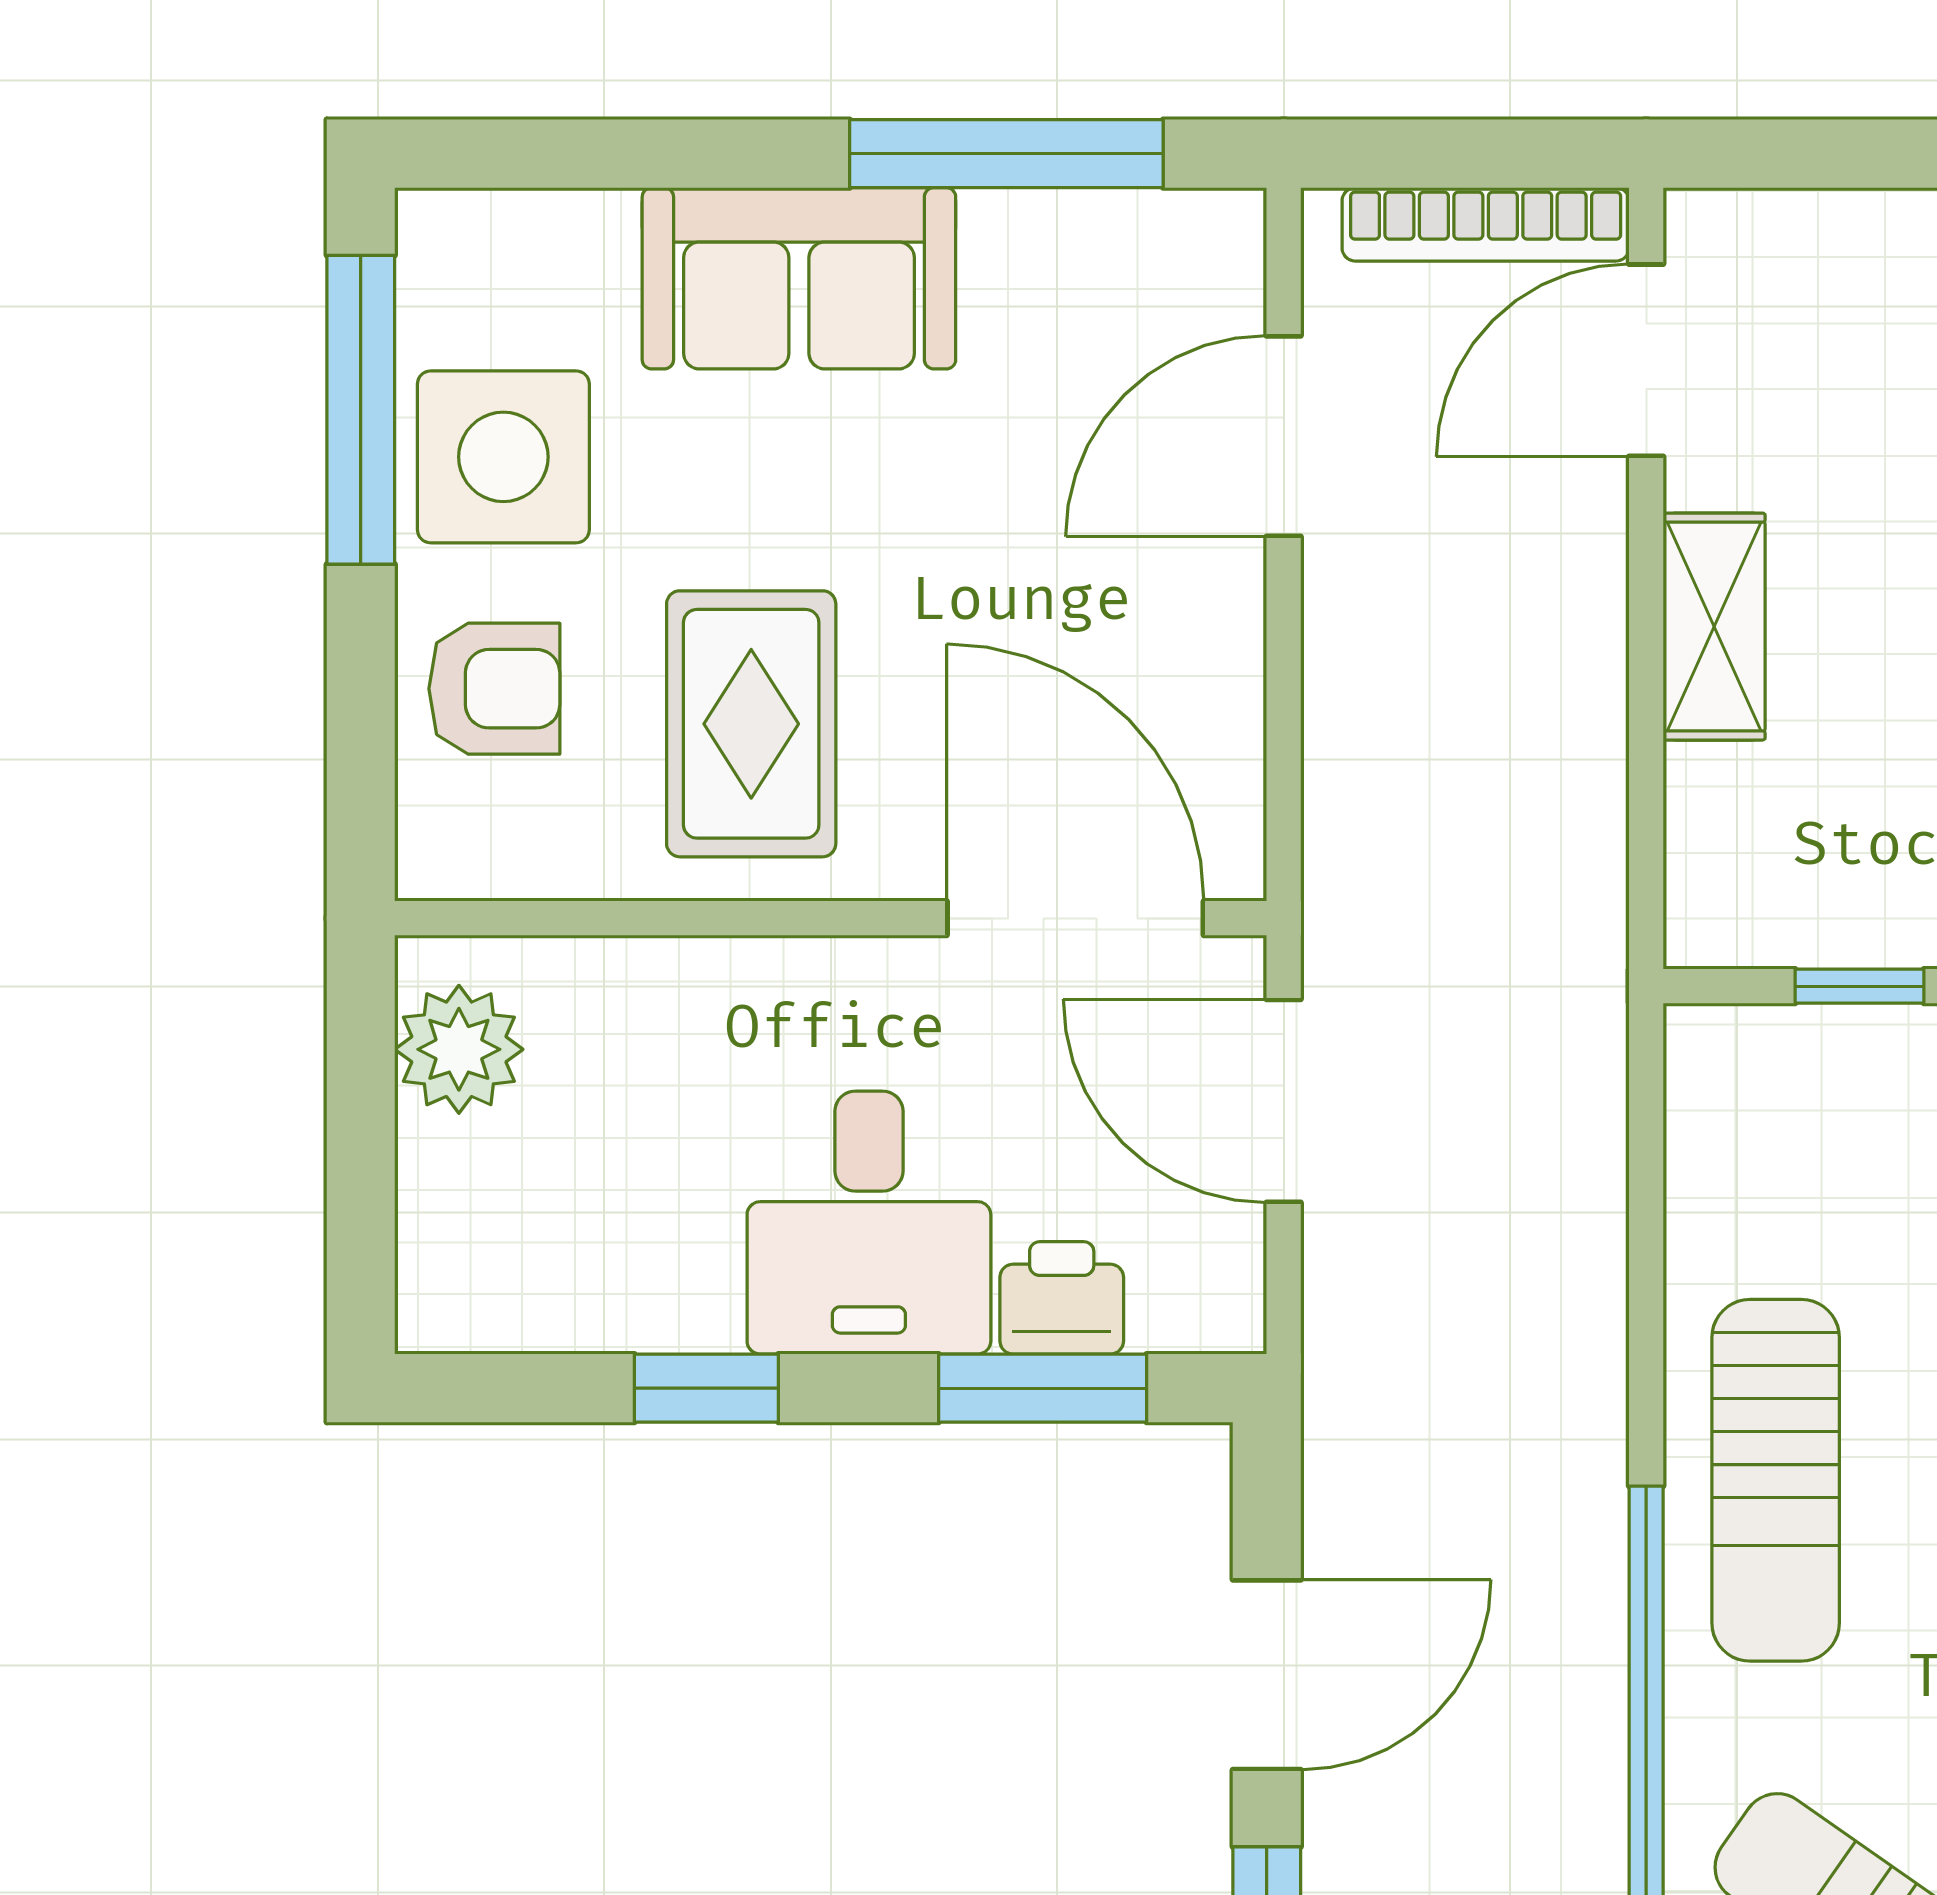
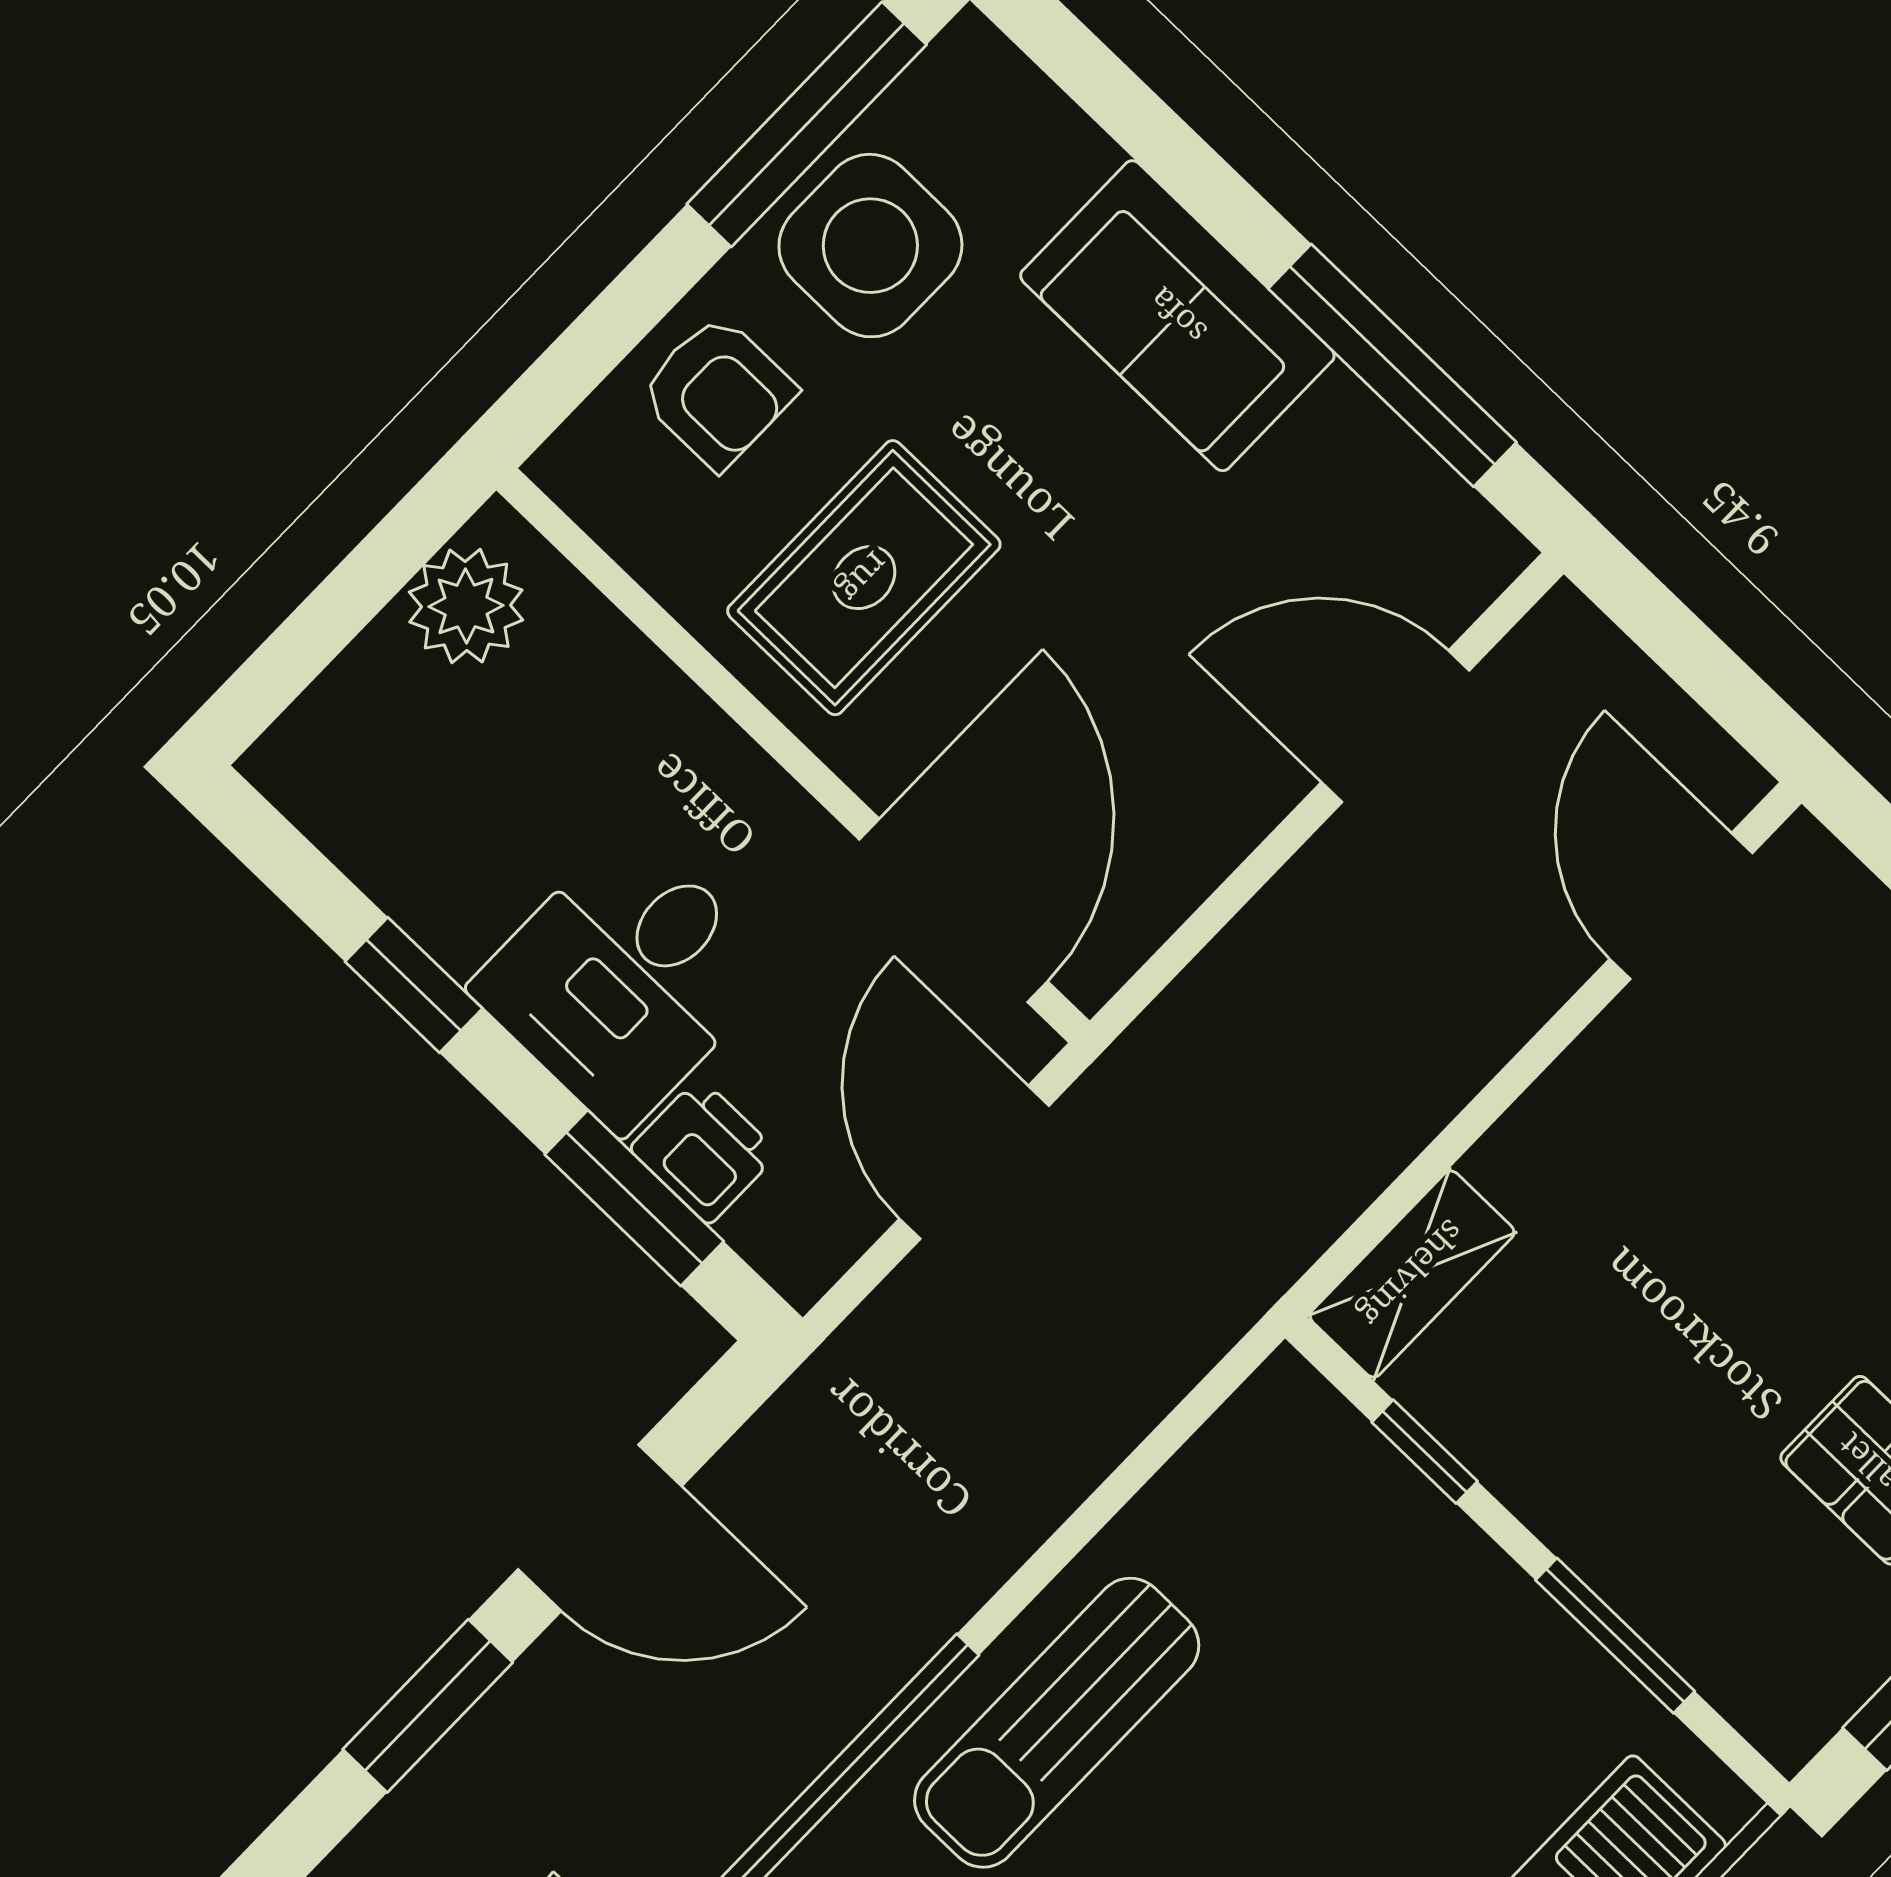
bookcase: (1486, 224) -> (1662, 715), removed
door: (1646, 360) -> (1681, 906), hinge flipped
shelving: (1714, 627) -> (1412, 1274), moved

